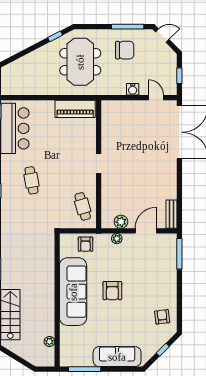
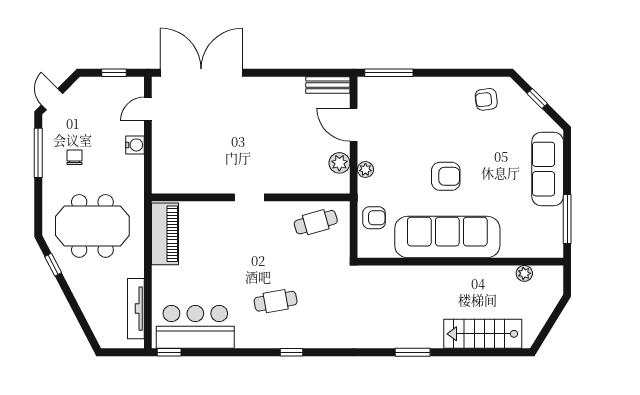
chair: (125, 50) -> (74, 157), width x0.54, depth x0.54
tv unit: (27, 90) -> (136, 309), added

